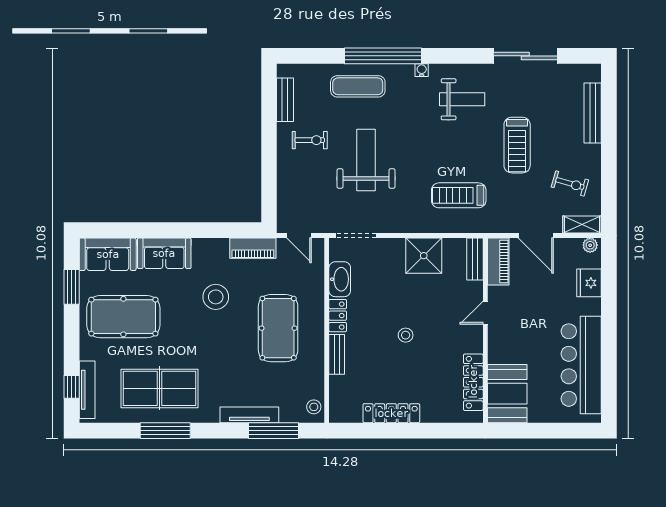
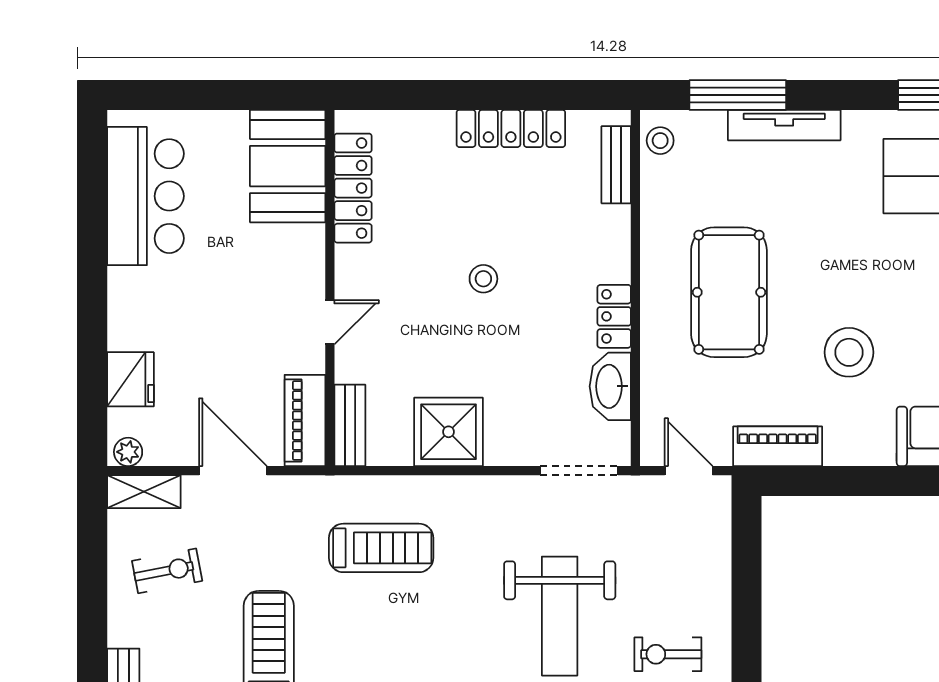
exercise bike: (570, 183) -> (167, 571), turned 153
bench: (337, 354) -> (616, 165), moved
bar counter: (581, 365) -> (145, 196), width x0.73

